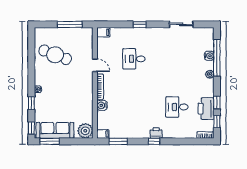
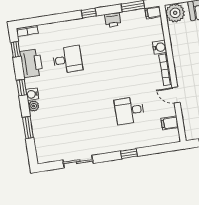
filing cabinet: (103, 32) -> (170, 123), moved
water cooler: (209, 56) -> (32, 94), moved
window: (217, 58) -> (28, 128), width x0.47
desk: (134, 59) -> (129, 110), turned 180
window: (217, 102) -> (22, 88), moved
printer: (156, 133) -> (113, 20), moved

